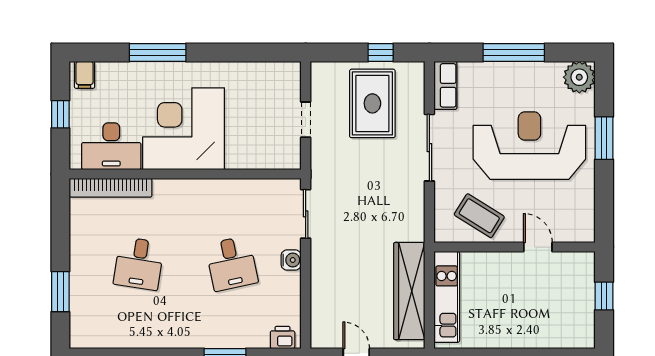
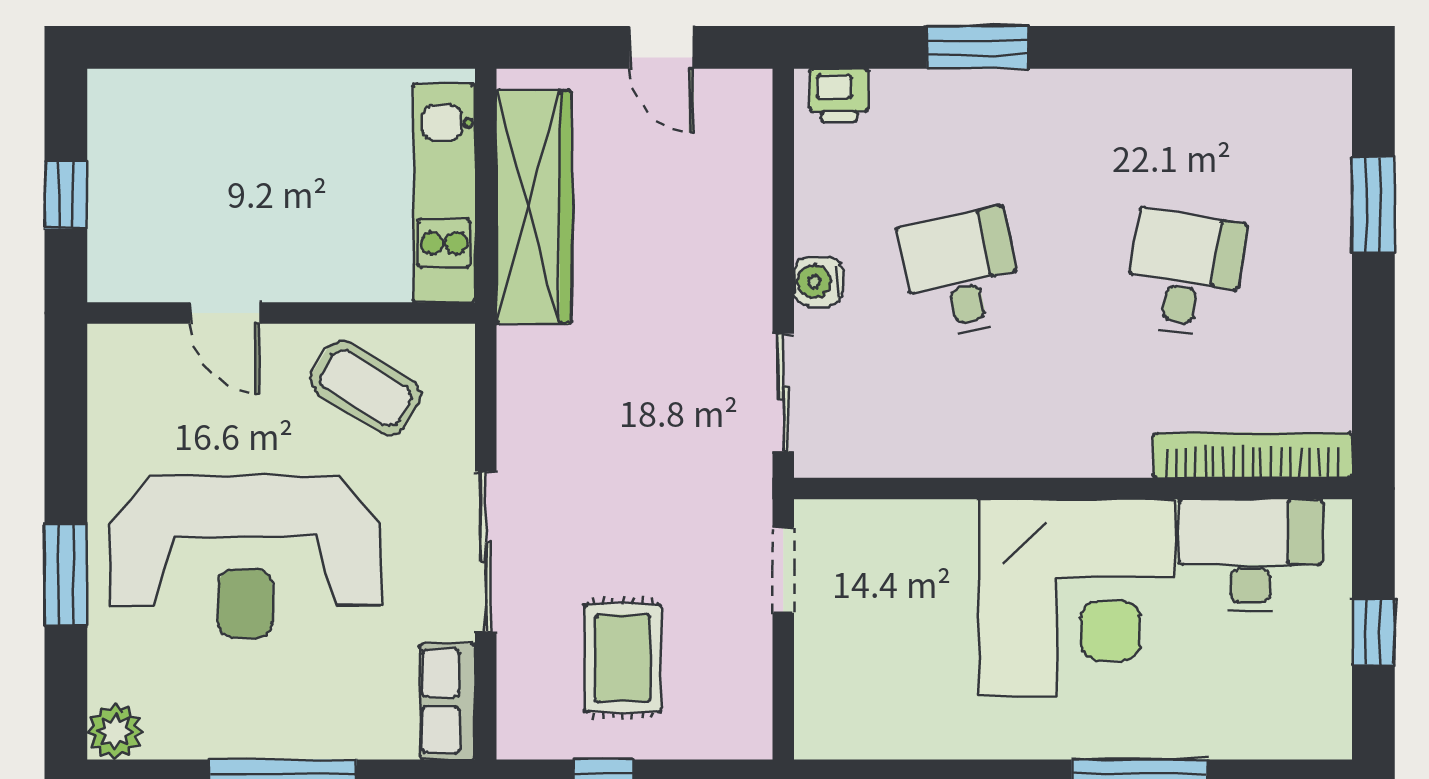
filing cabinet: (85, 75) -> (1315, 727), removed
plant: (579, 77) -> (115, 731), width x0.73, depth x0.73
rug: (372, 103) -> (623, 658), width x0.73, depth x0.70
doorway: (306, 120) -> (783, 570), moved

